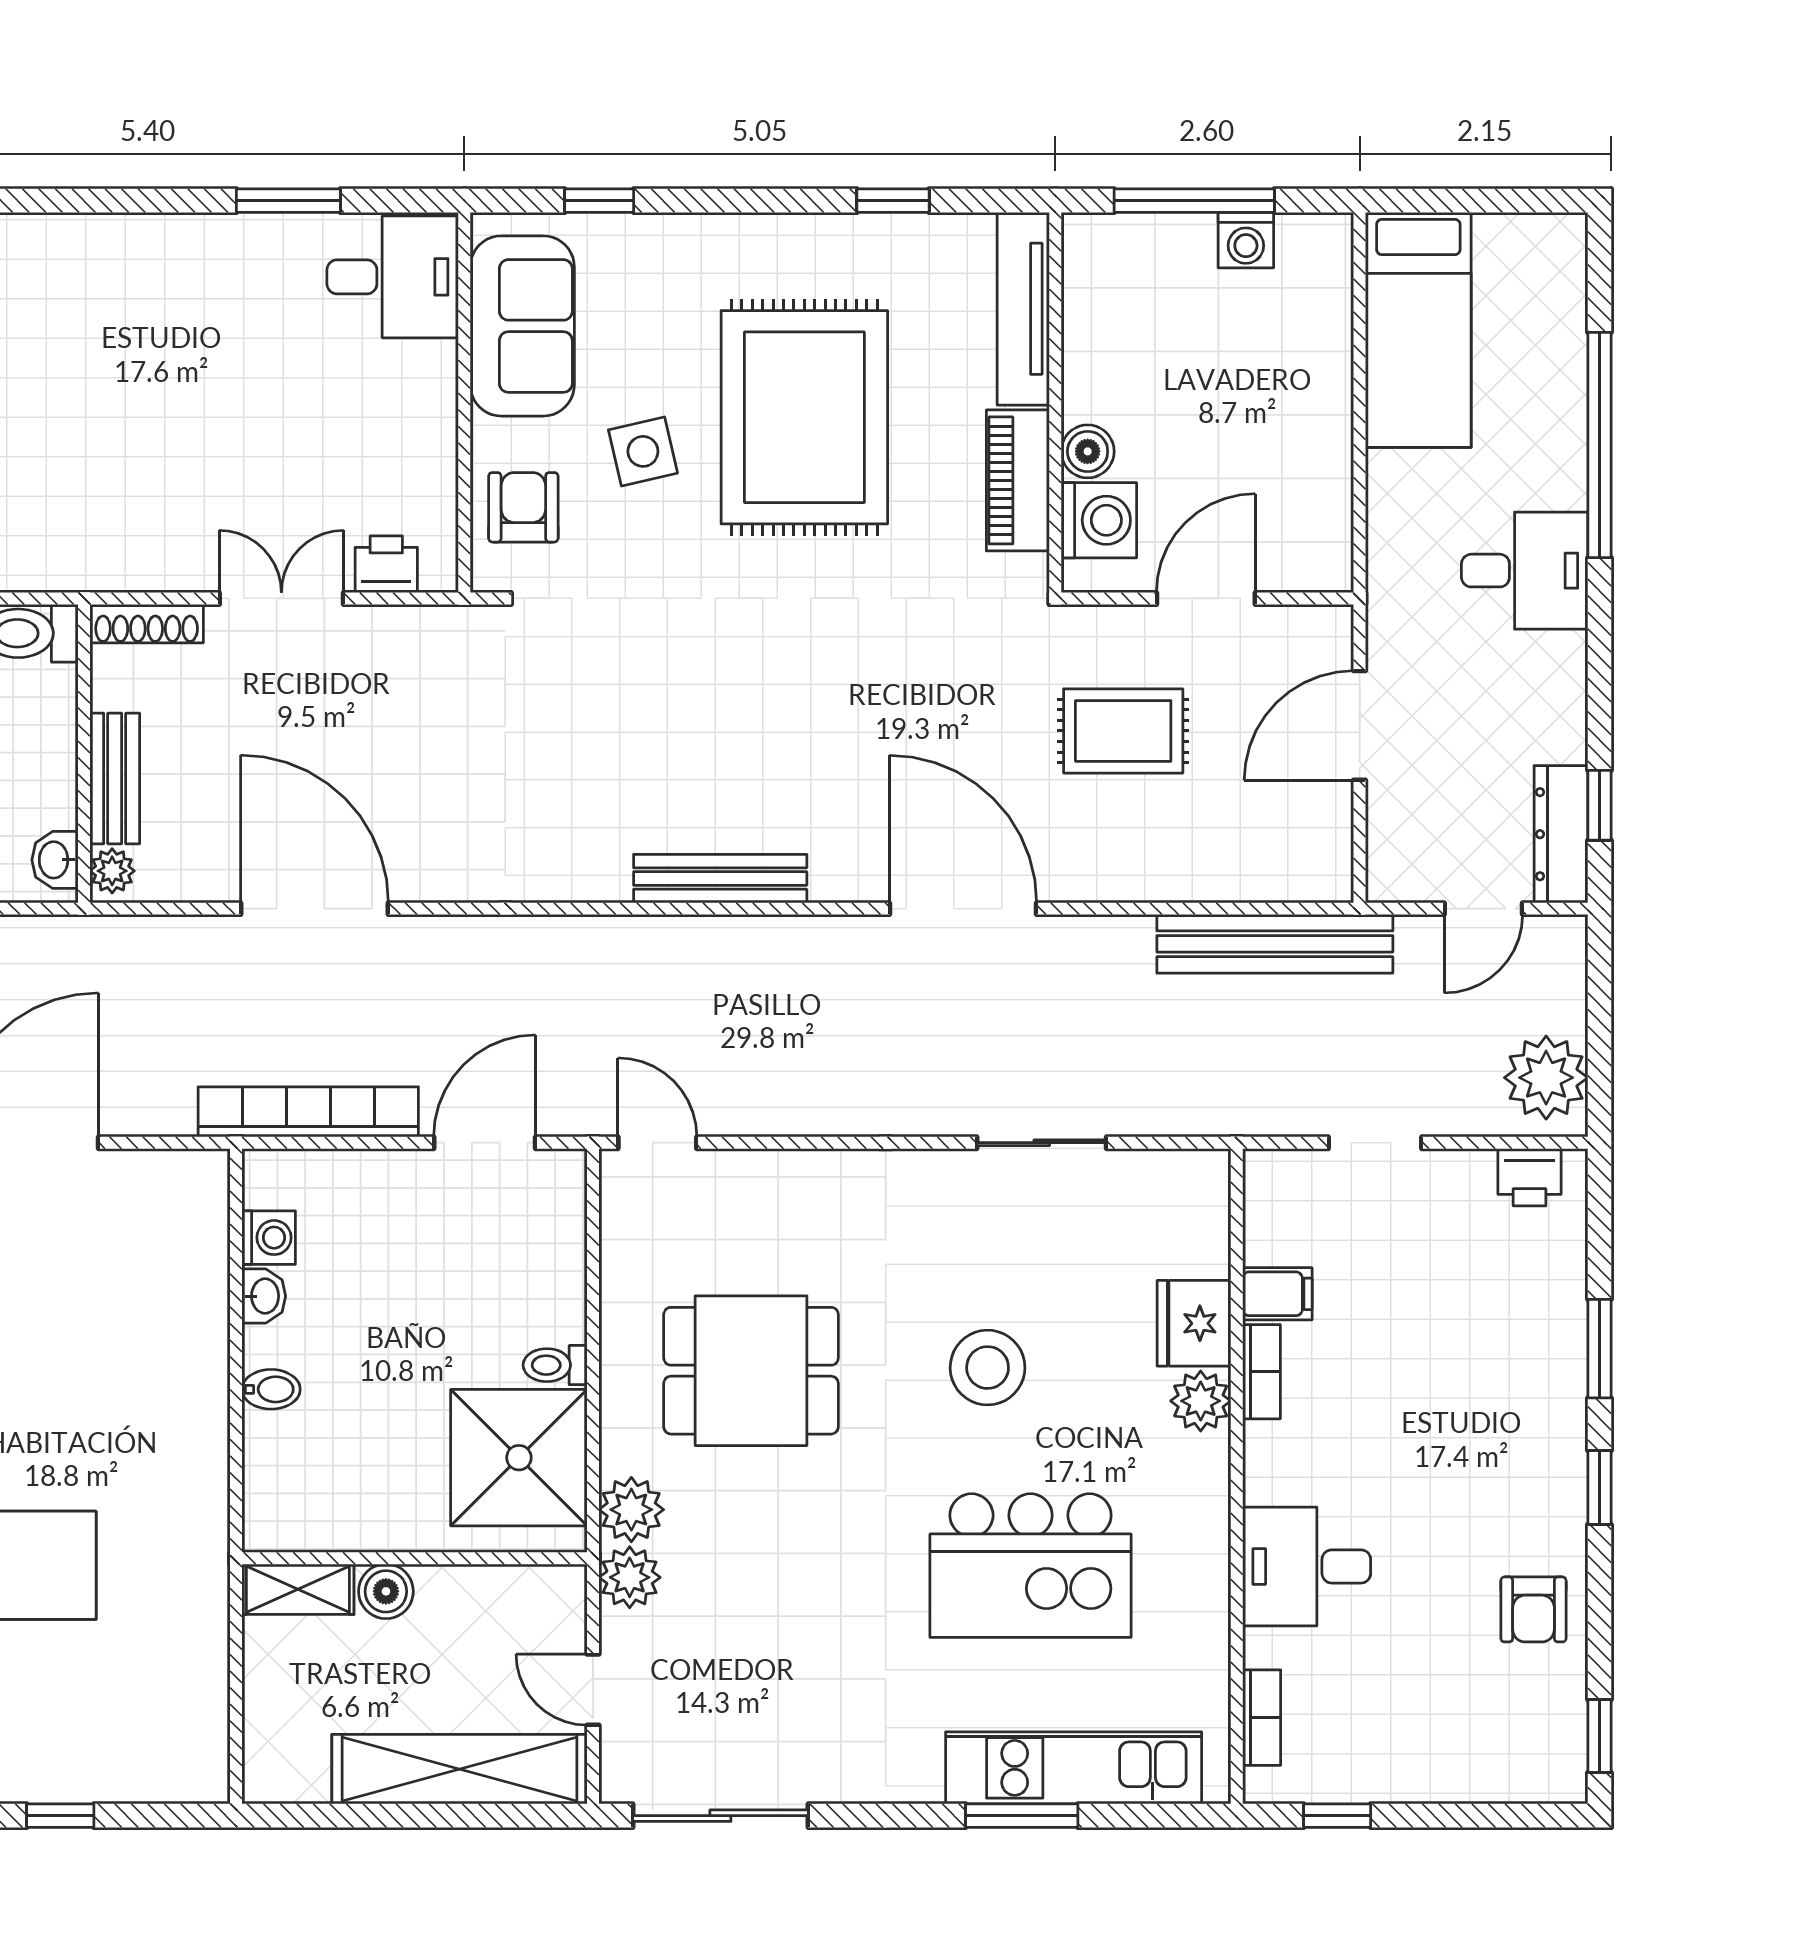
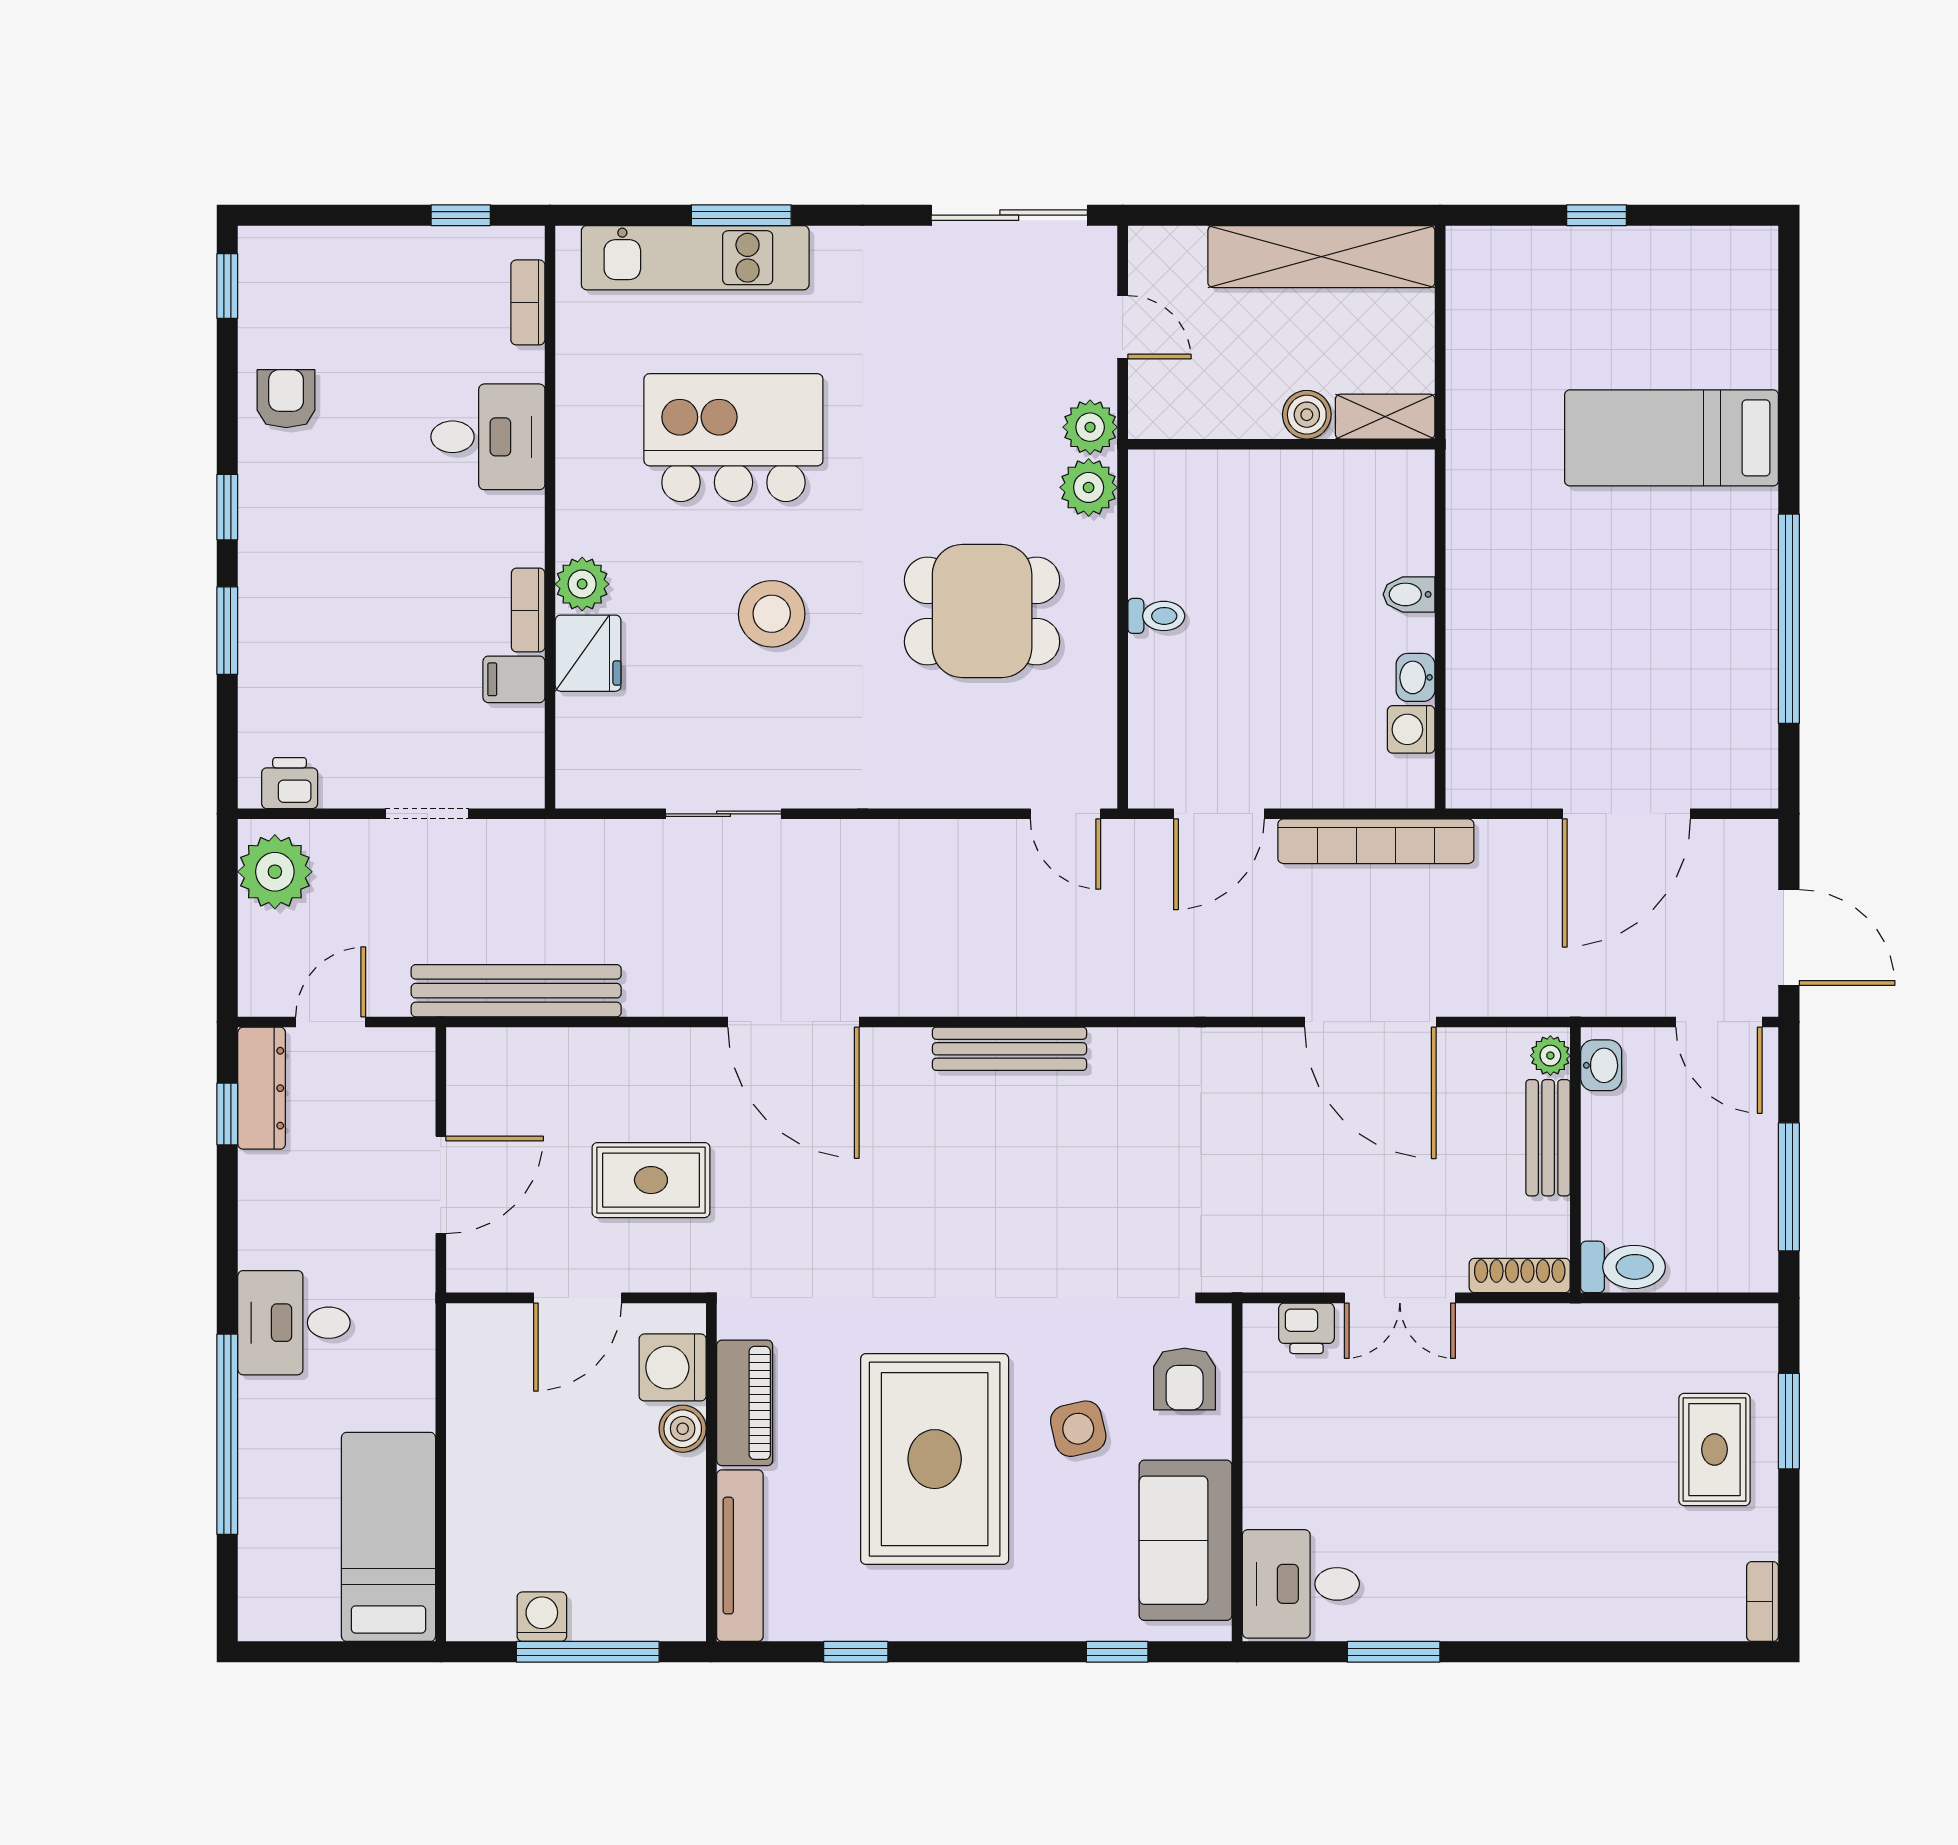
shower: (519, 1458) -> (1188, 534), removed
shelving: (460, 1769) -> (1321, 257), moved

